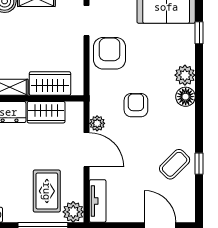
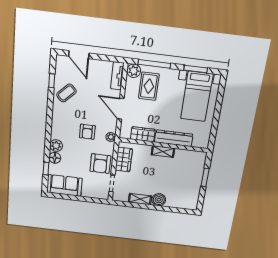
wardrobe: (50, 84) -> (124, 160), moved, turned -90
floor lamp: (186, 97) -> (55, 158), moved
plant: (97, 123) -> (111, 137), moved
window: (199, 164) -> (52, 81), moved

